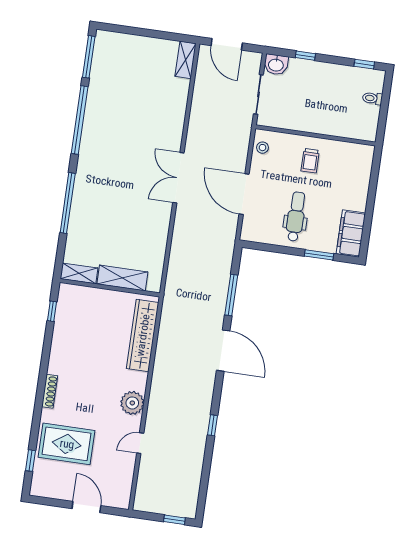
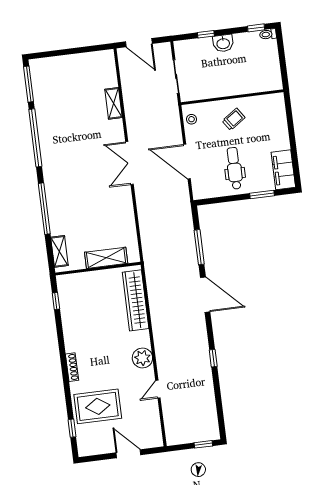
shelving: (186, 60) -> (114, 103), moved
washbasin: (276, 65) -> (223, 43), moved
toilet: (372, 98) -> (268, 34), moved
trolley: (310, 161) -> (234, 119), turned -124
shelving: (79, 273) -> (59, 251), moved, turned 90

